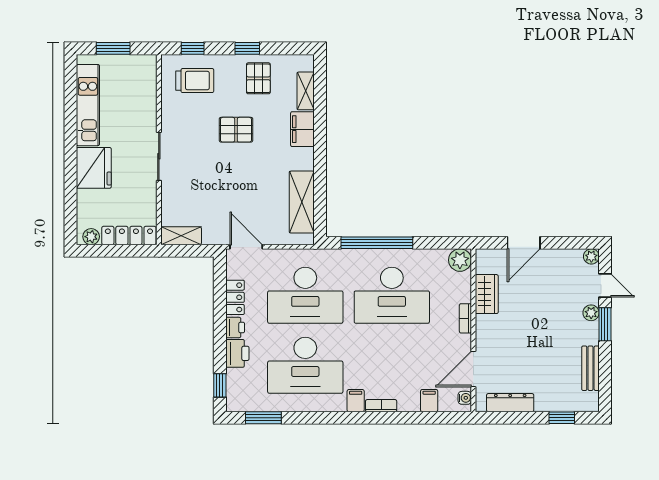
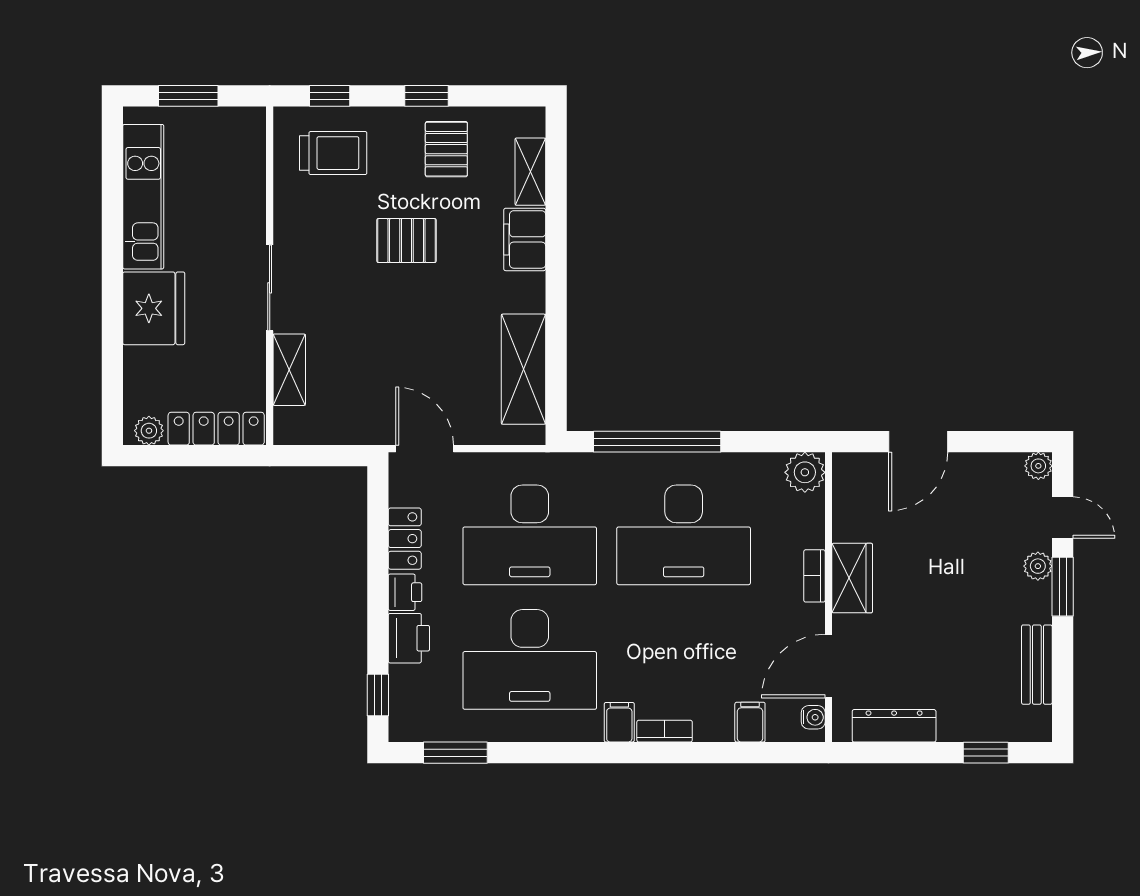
shelving: (181, 236) -> (289, 370), moved, turned 90
wardrobe: (487, 294) -> (852, 578), moved

